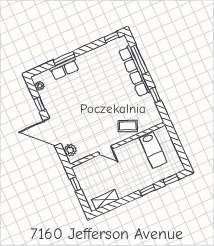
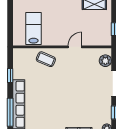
door: (105, 150) -> (75, 47), hinge flipped

